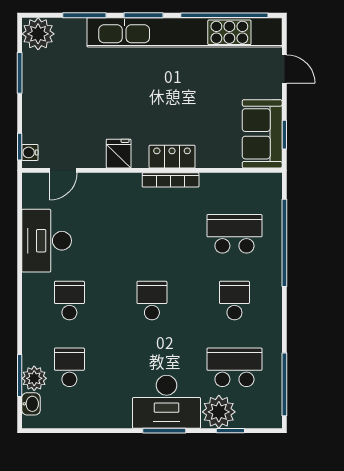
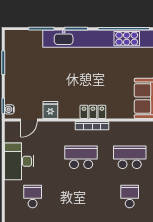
plant: (38, 34) -> (14, 40), removed
fridge: (119, 154) -> (50, 110), moved
school desk: (152, 301) -> (81, 157), moved, width x1.85

